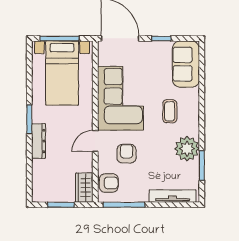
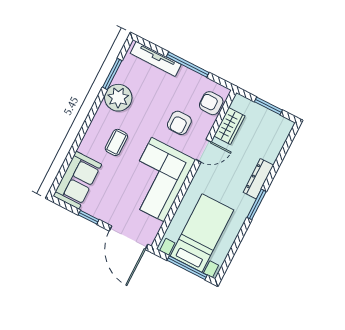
wardrobe: (84, 188) -> (229, 126), moved
window: (124, 205) -> (188, 65), moved

